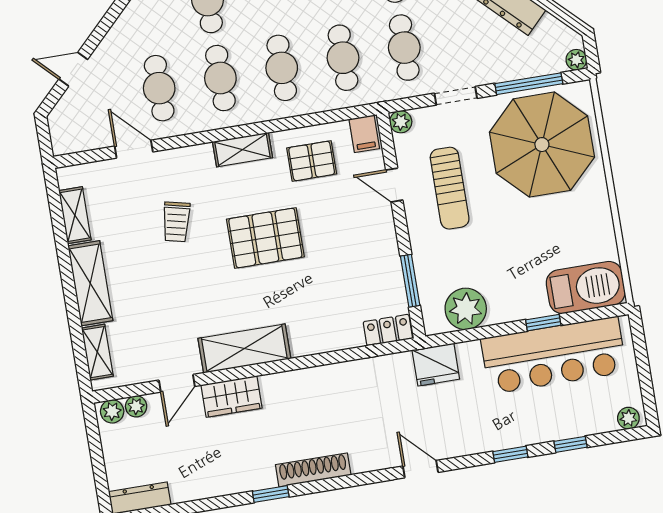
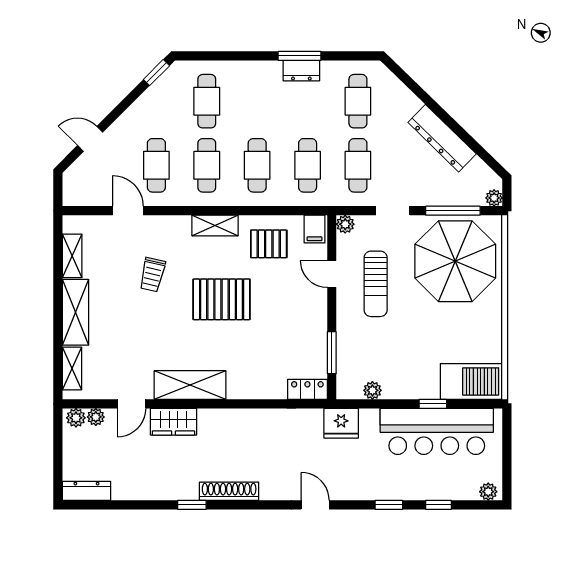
plant: (466, 309) -> (372, 390), width x0.53, depth x0.53

